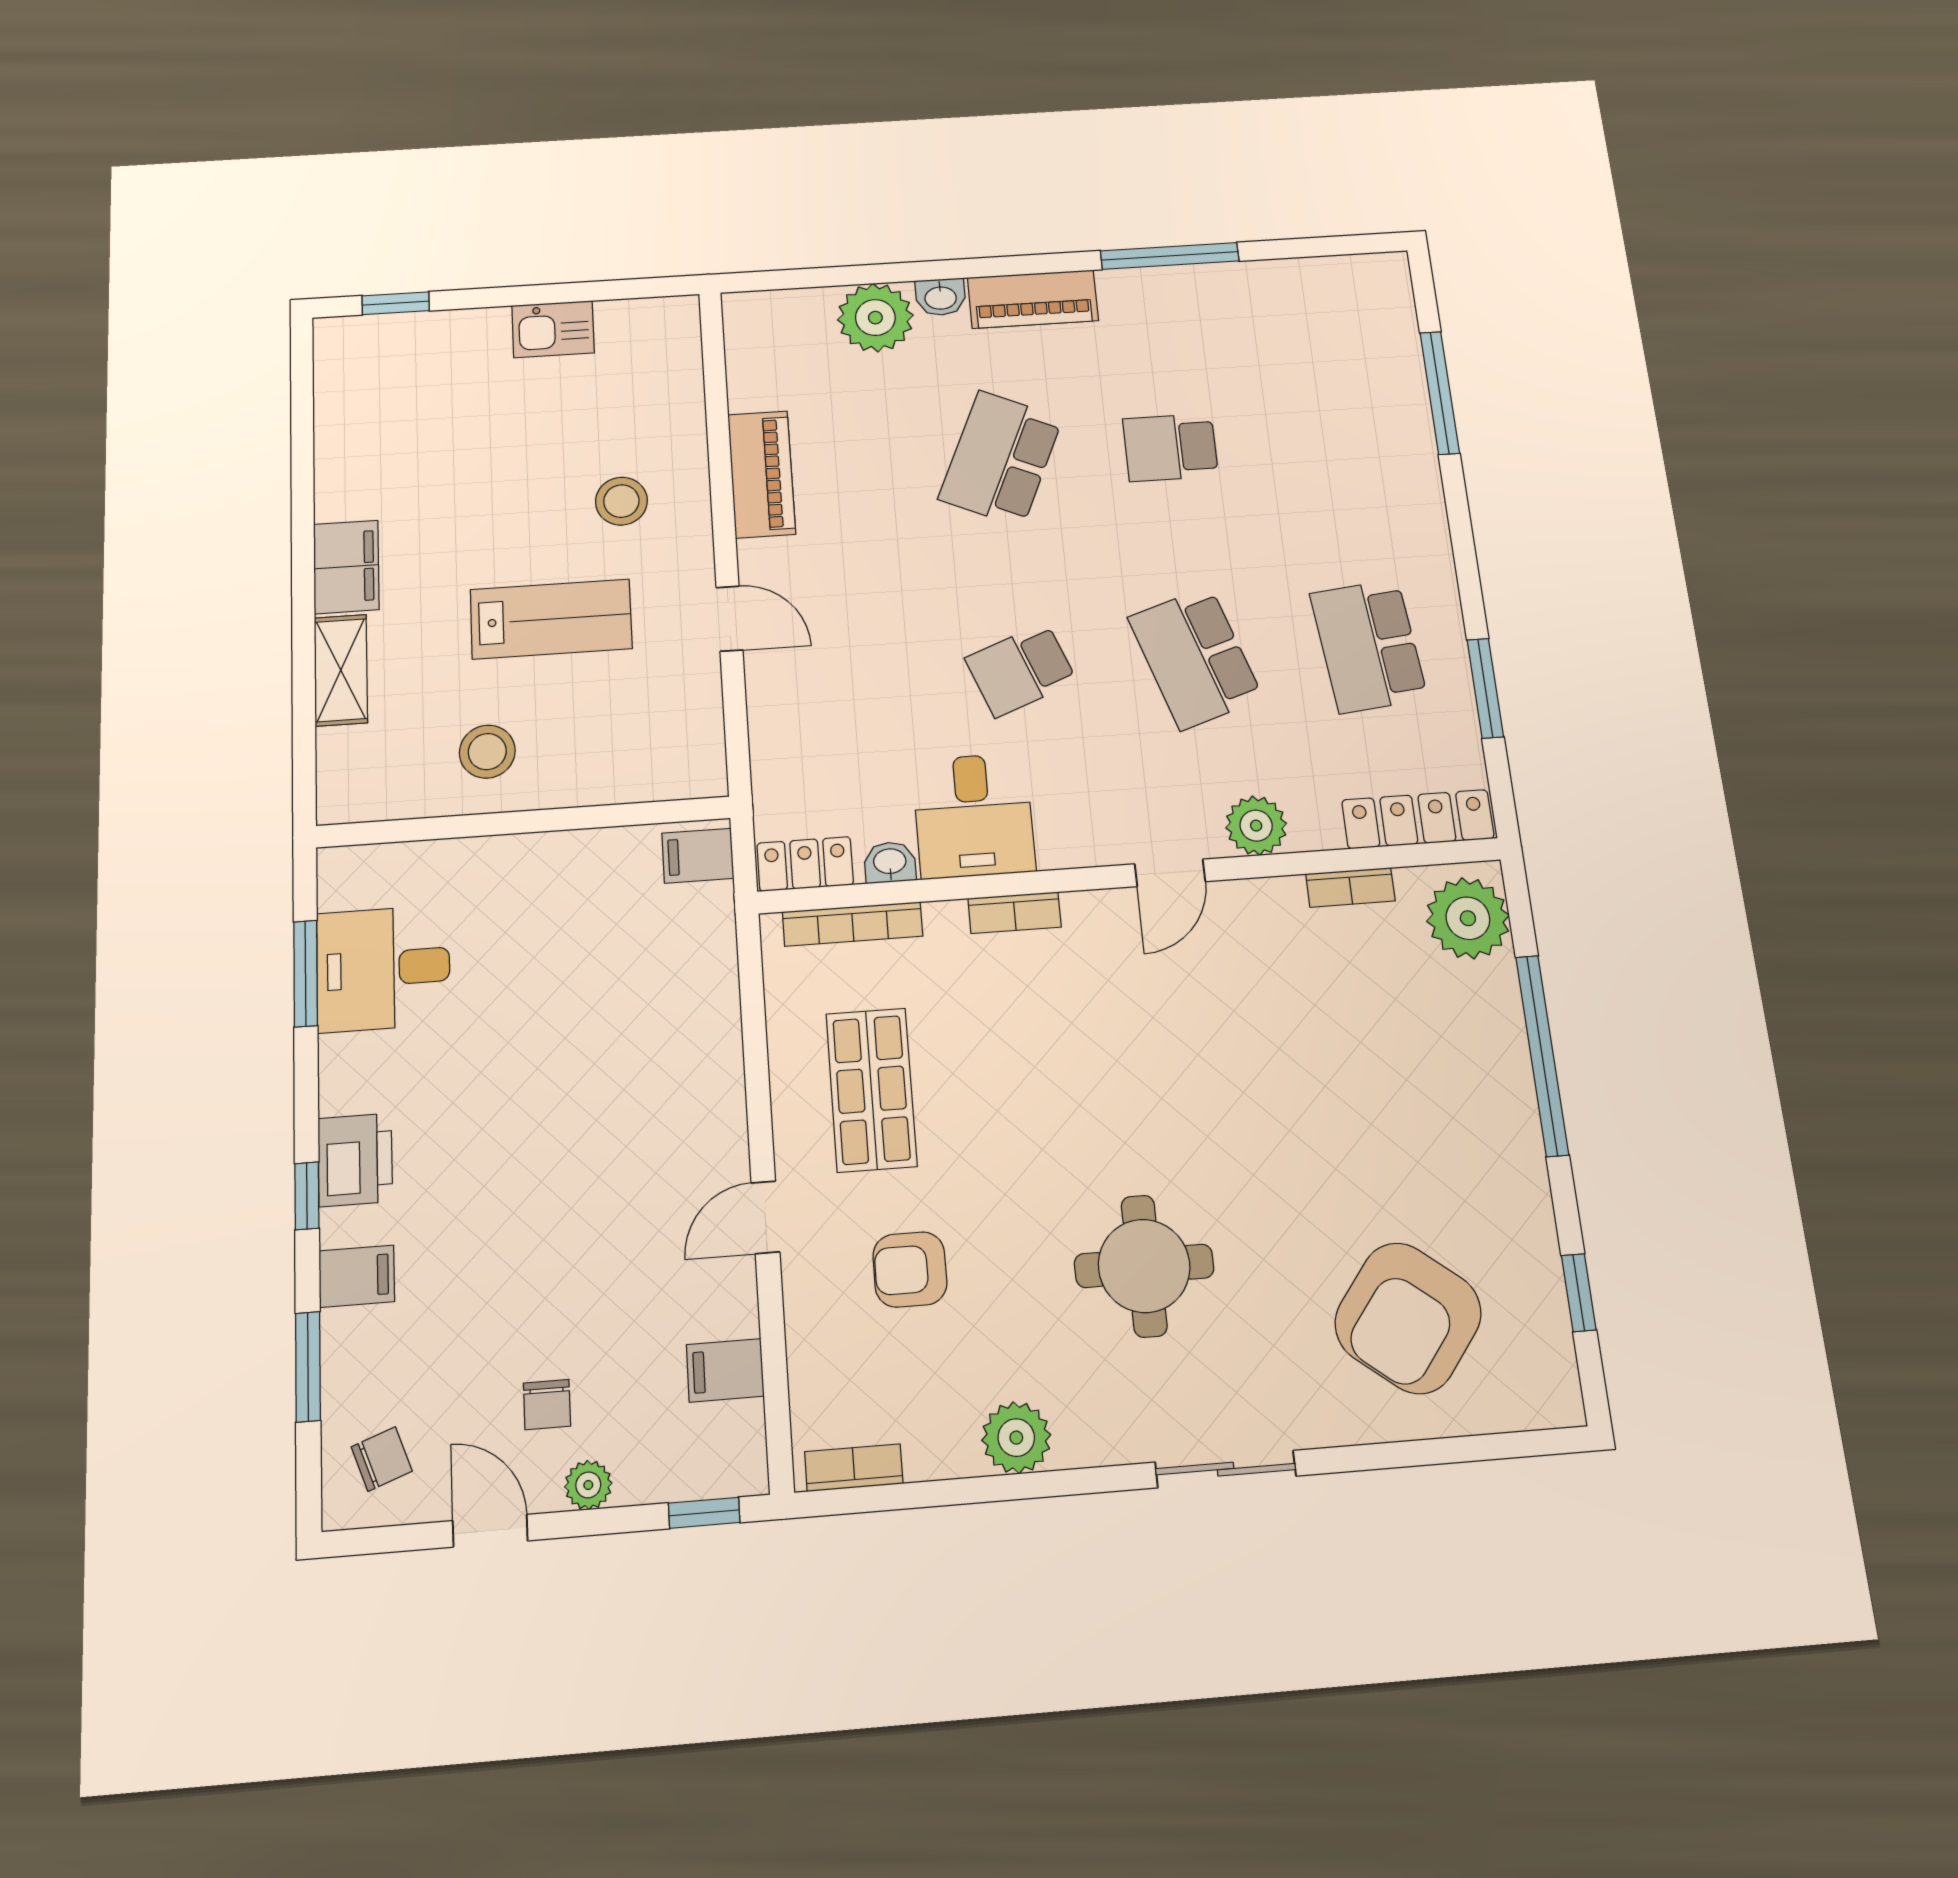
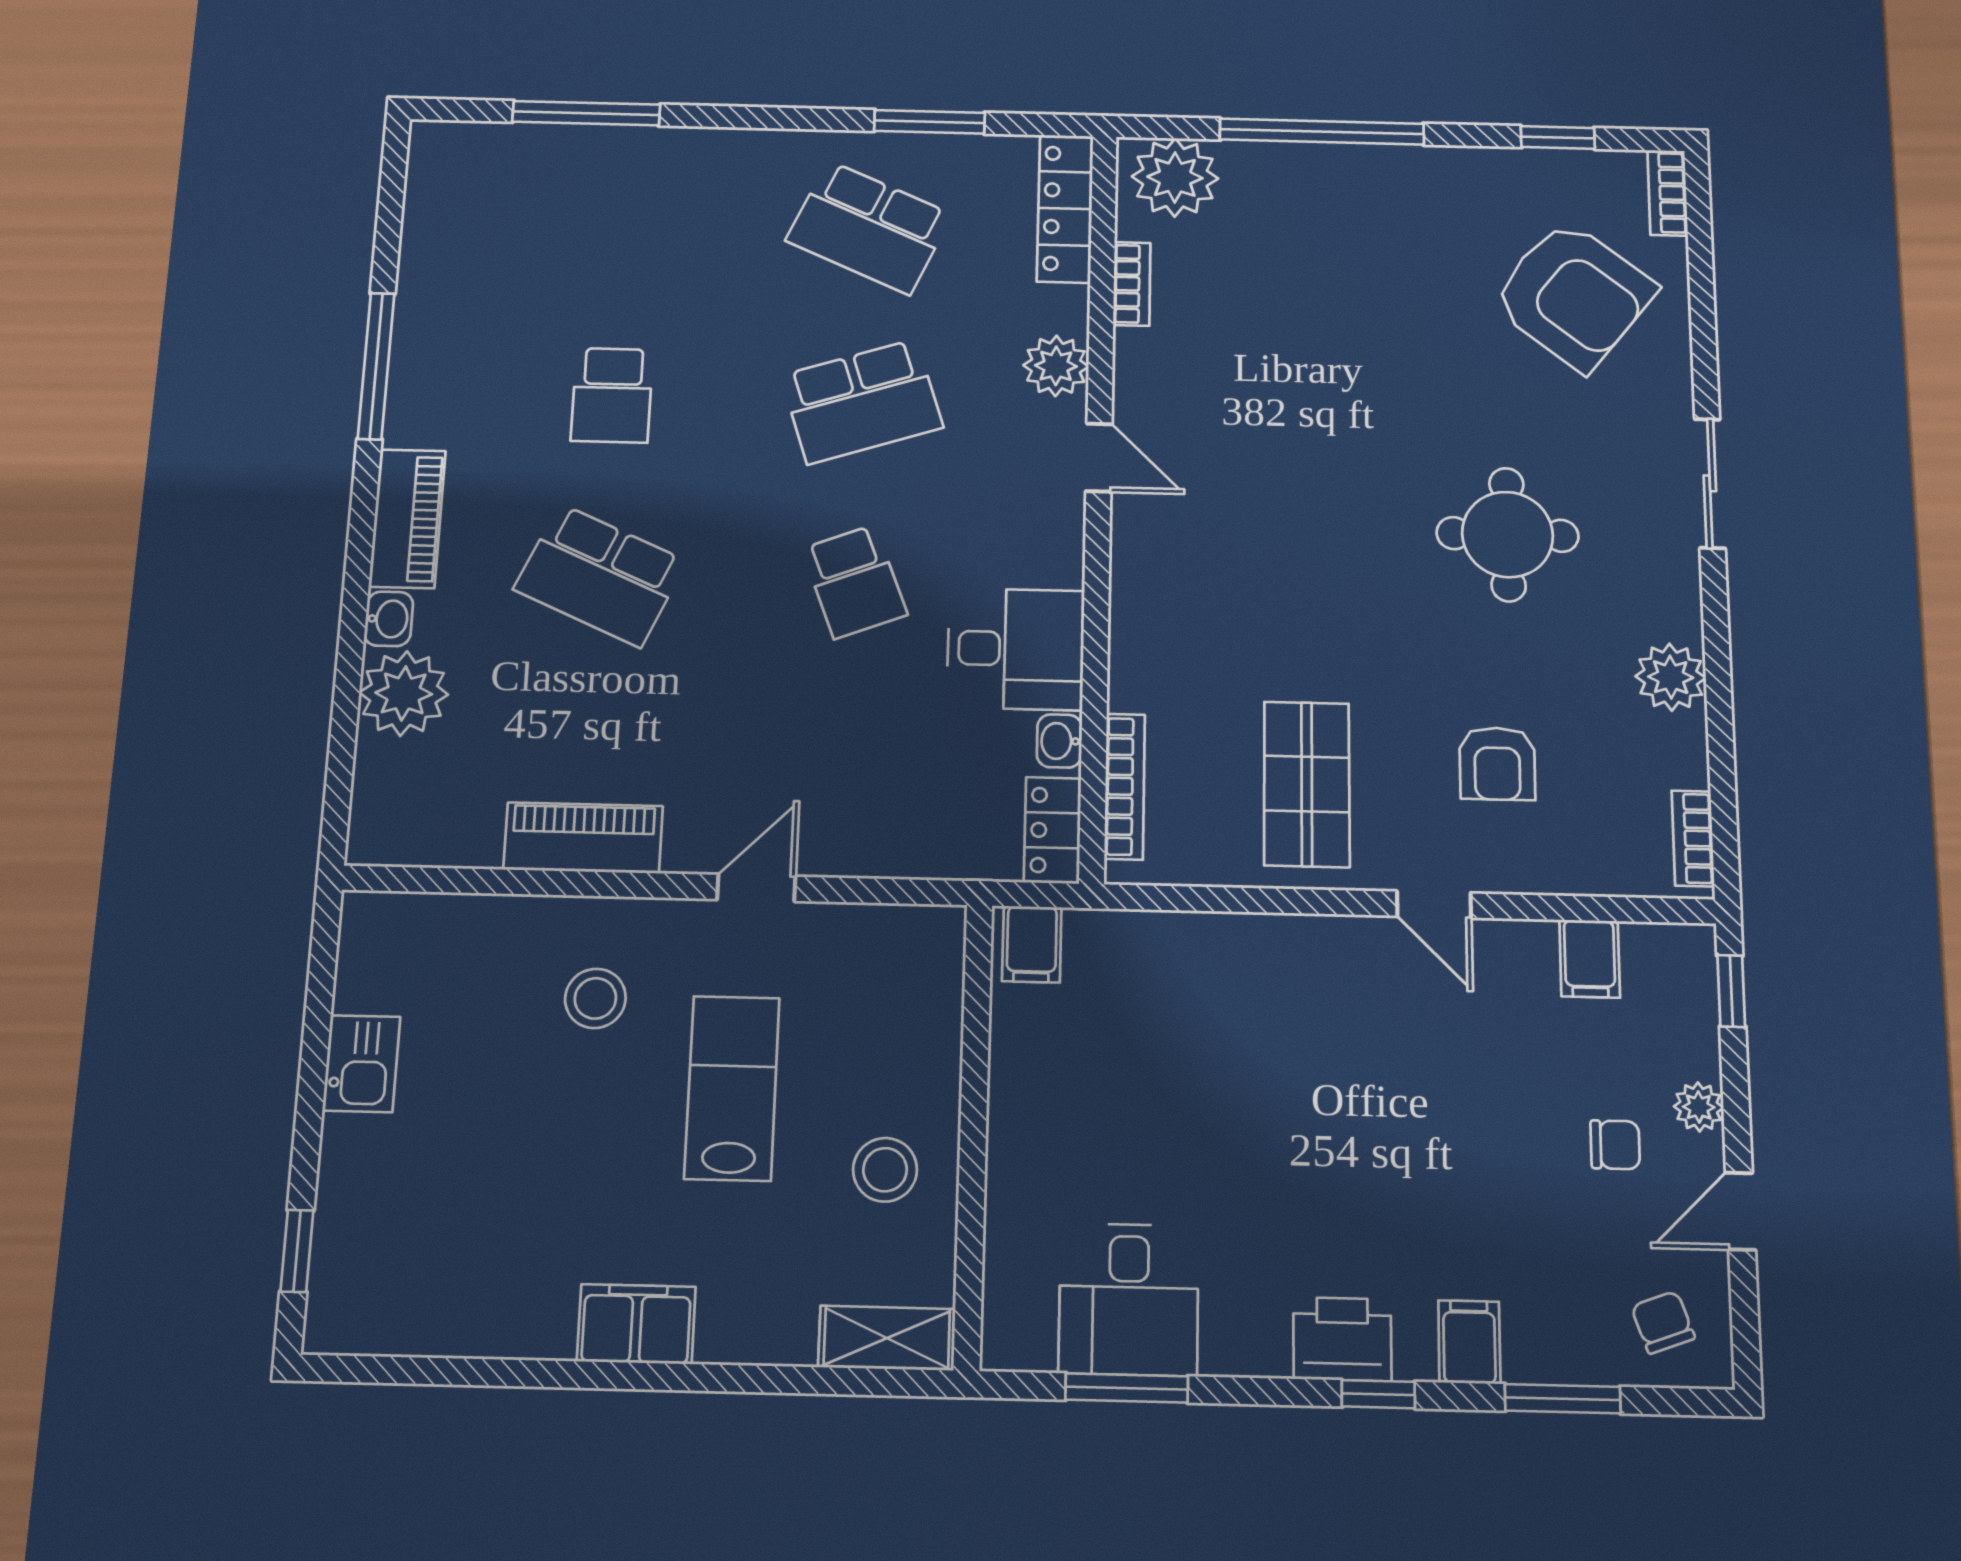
school desk: (1369, 646) -> (869, 227), turned 30
shelving: (341, 670) -> (887, 1338), moved
bookcase: (1015, 913) -> (1667, 193), moved, turned 180
shop shelf: (871, 1090) -> (1307, 784), turned 90

